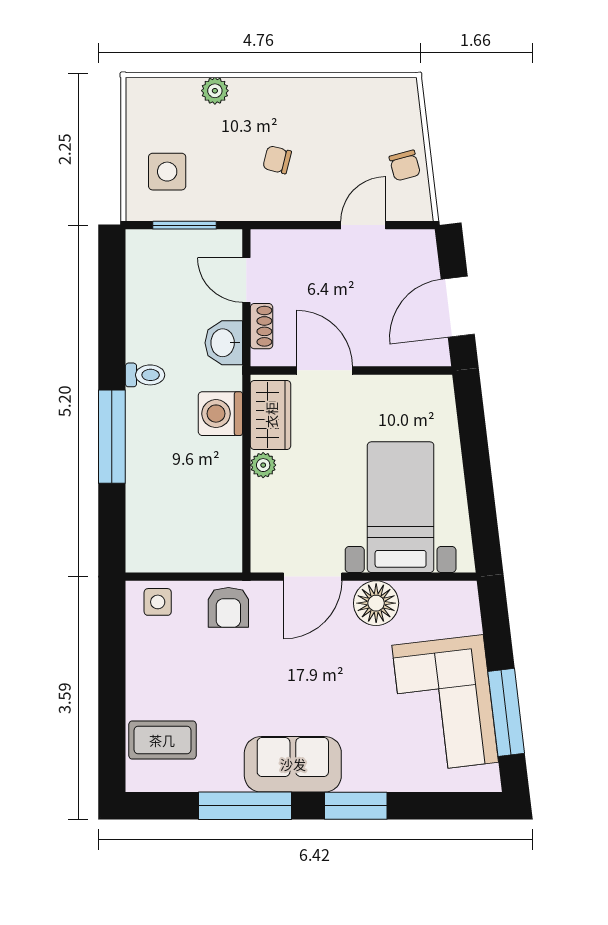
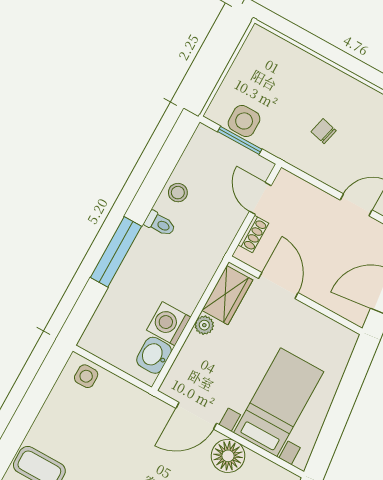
plant: (215, 91) -> (308, 64), removed
side table: (167, 172) -> (244, 121), moved
stool: (146, 327) -> (178, 193), added
washbasin: (224, 343) -> (154, 355), moved
washing machine: (220, 414) -> (169, 324), moved
armchair: (228, 607) -> (130, 405), removed

